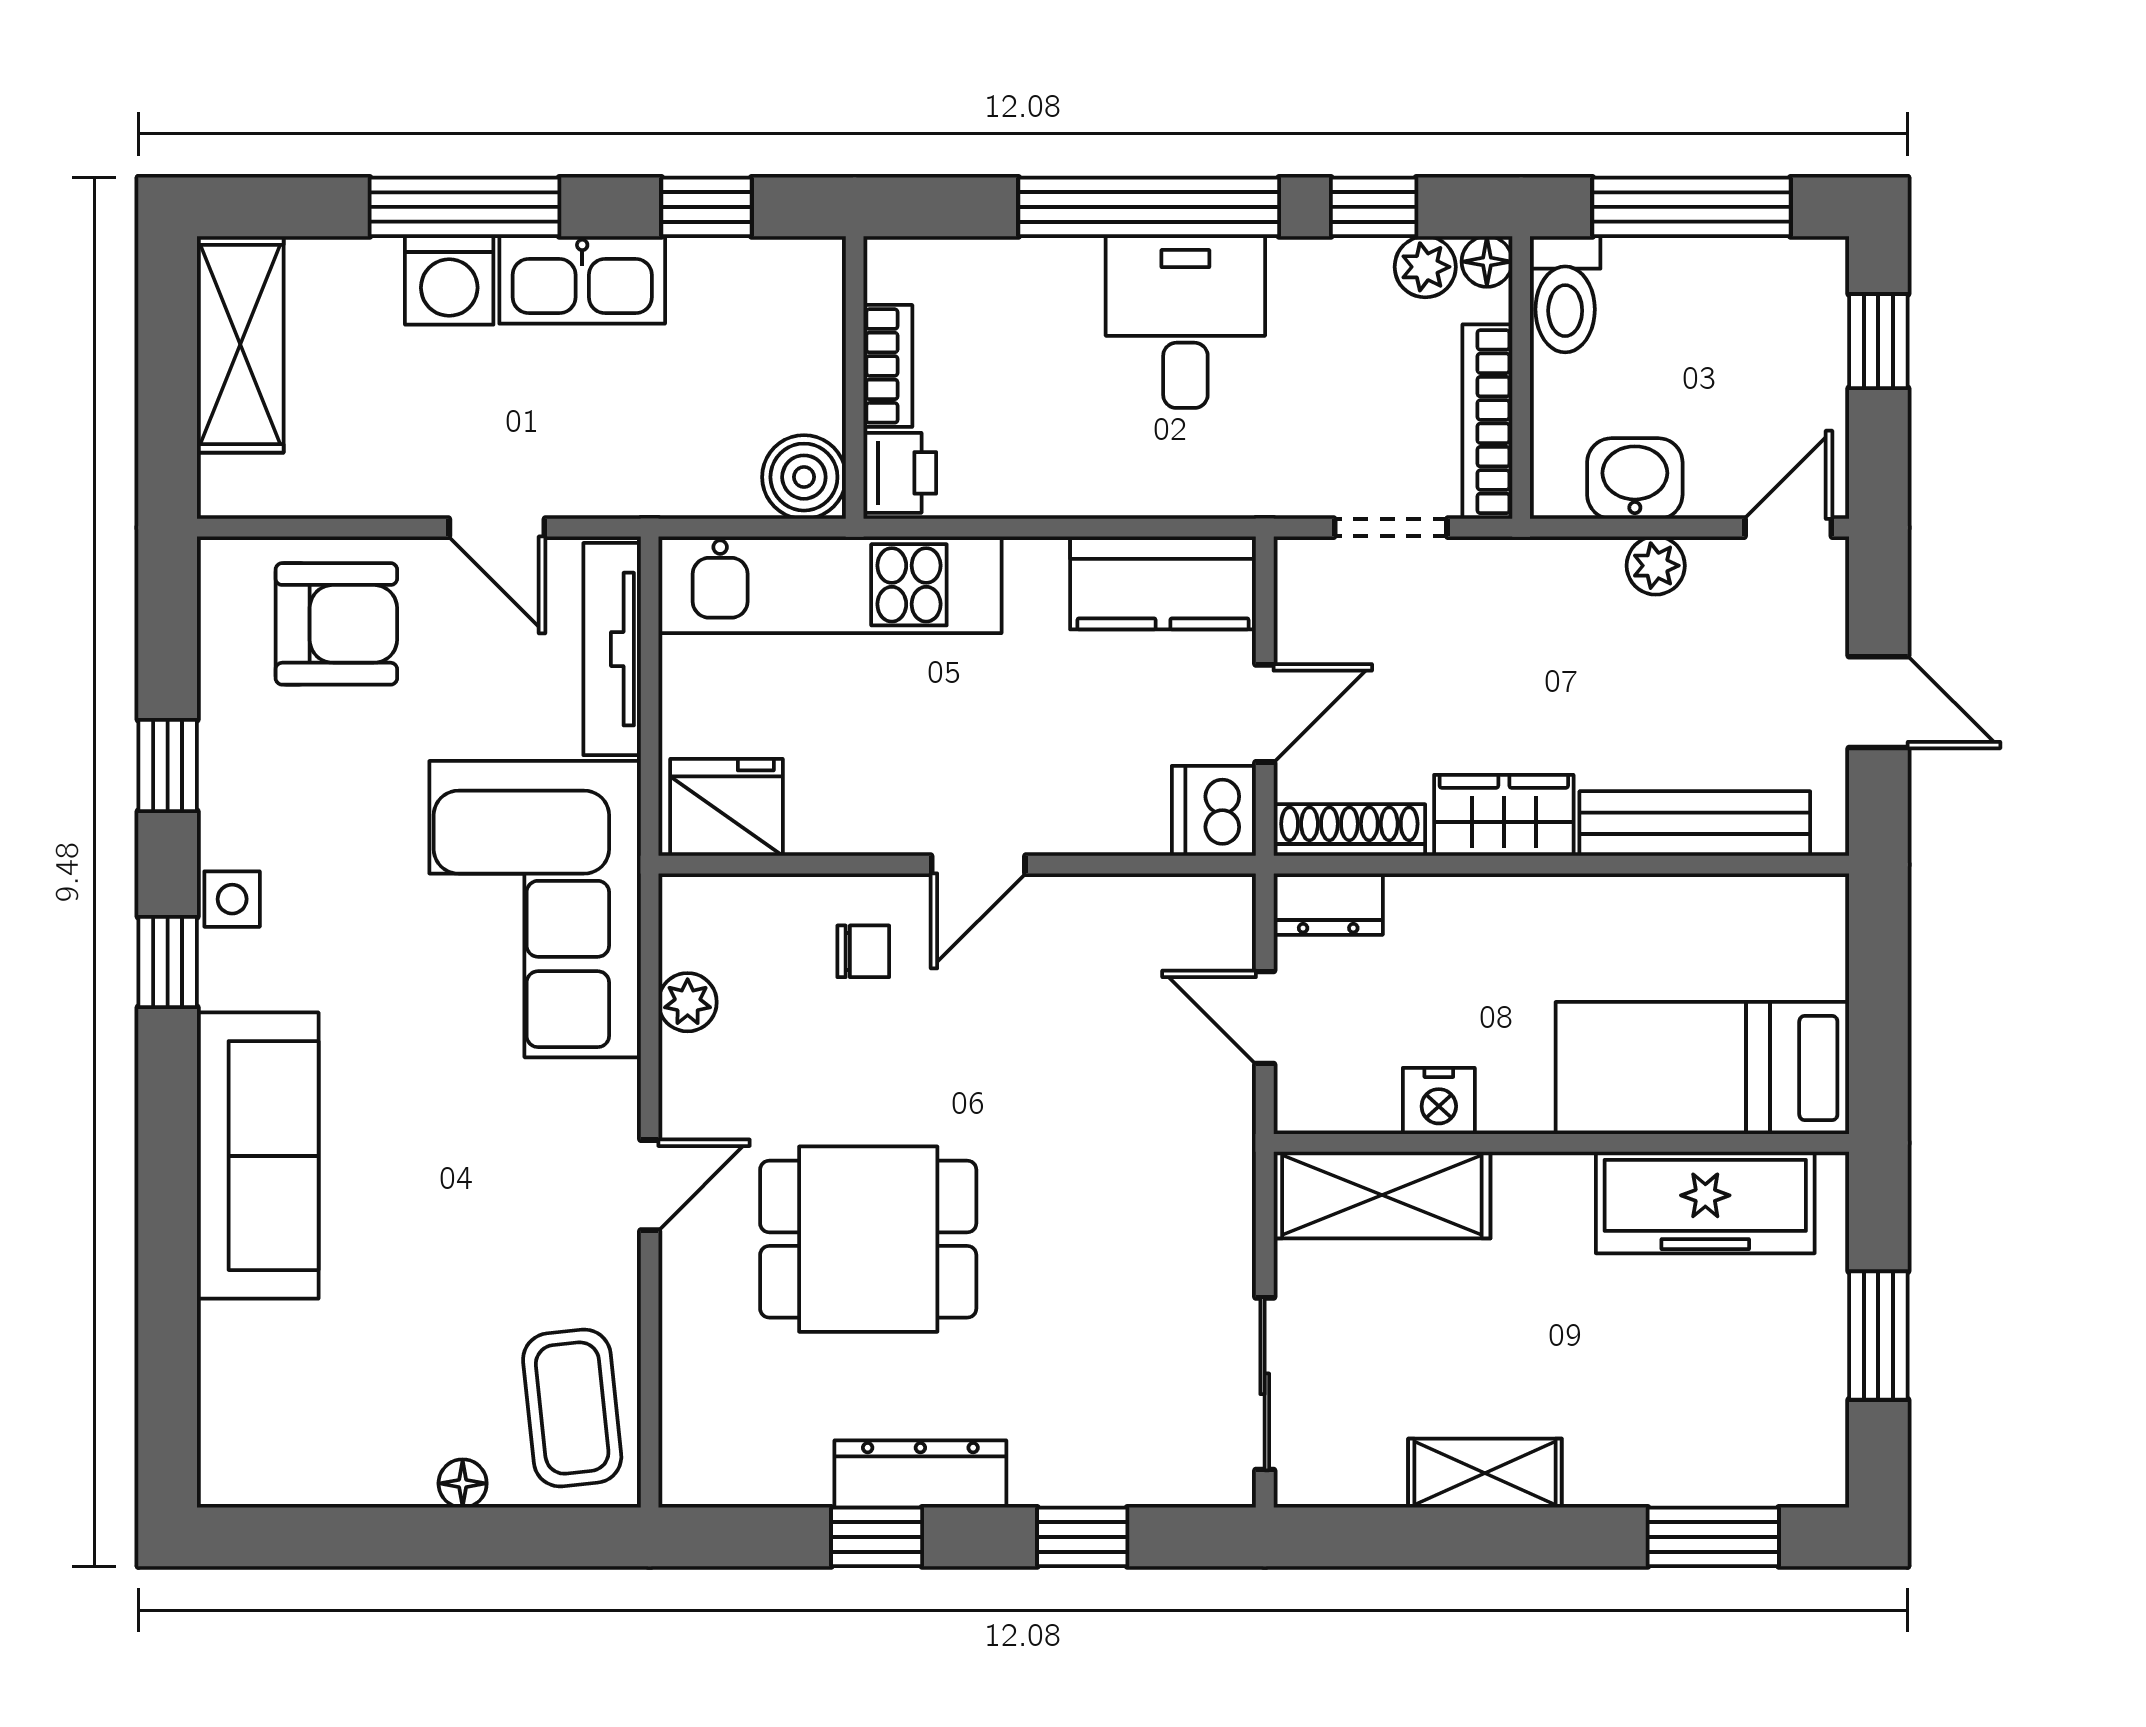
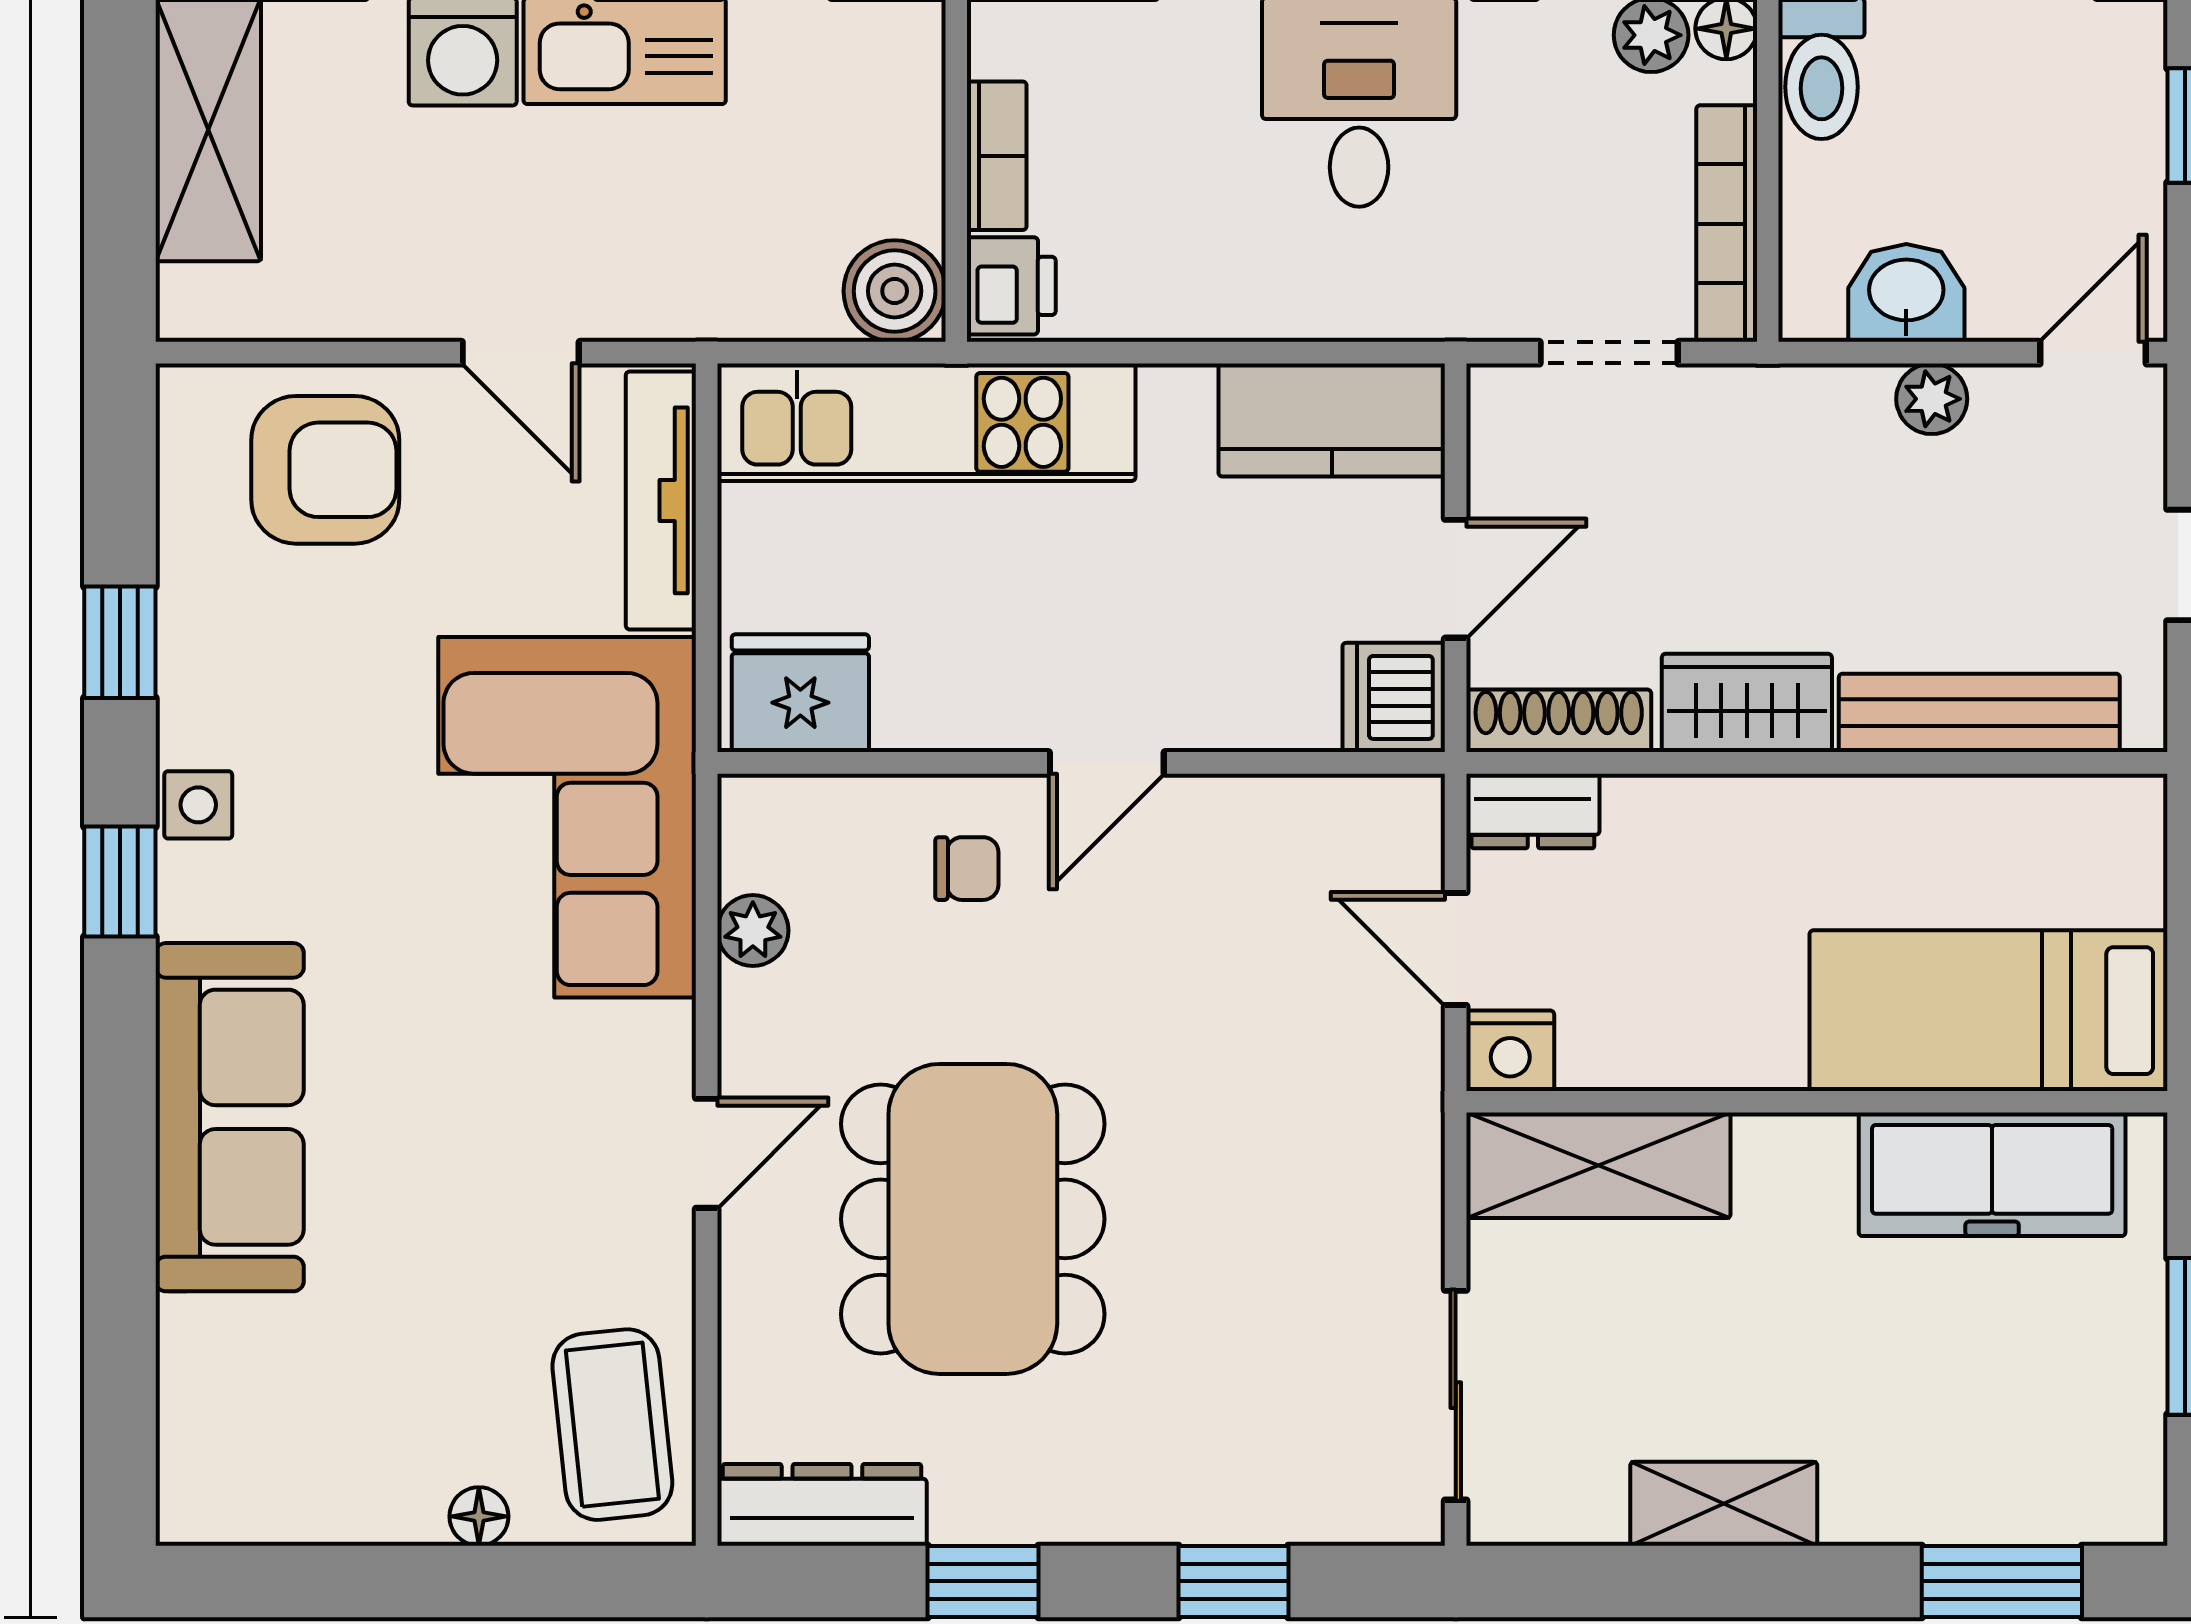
nightstand: (1439, 1101) -> (1510, 1051), moved
dining table: (868, 1239) -> (973, 1219), width x1.38
dresser: (920, 1474) -> (822, 1505), moved

